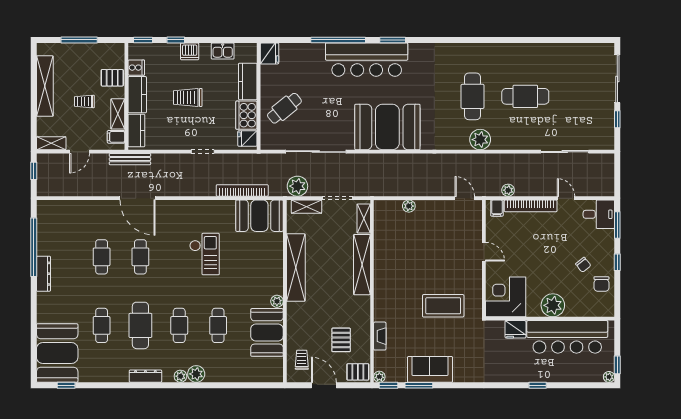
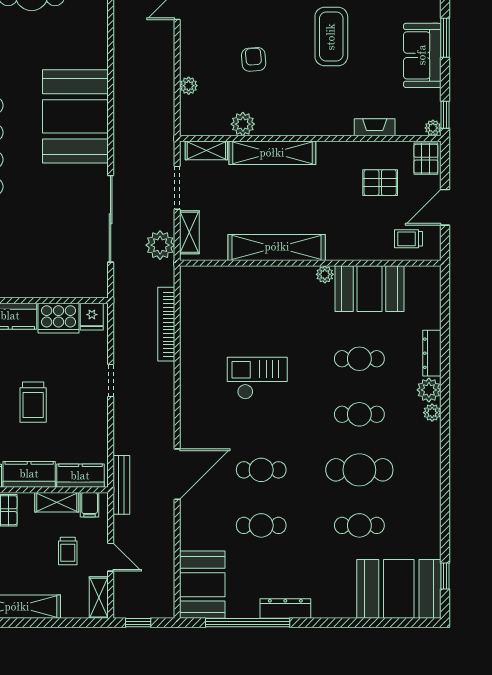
trolley: (84, 101) -> (68, 551), moved
cafe table: (284, 108) -> (49, 264), removed
booth: (259, 216) -> (202, 585), moved
plant: (382, 244) -> (243, 124), added
armchair: (427, 252) -> (254, 59), added
dresser: (145, 376) -> (432, 353), moved
window: (419, 385) -> (445, 38), moved

